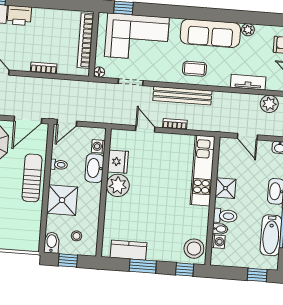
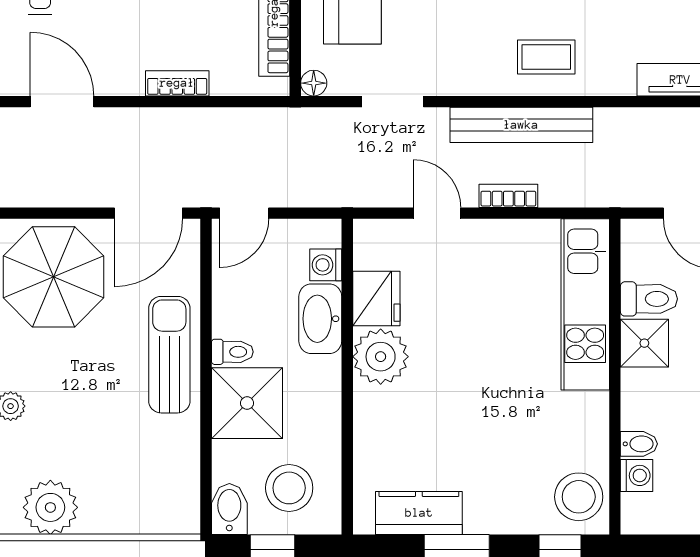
toilet: (59, 165) -> (232, 352), moved
toilet: (225, 216) -> (649, 299), moved
stool: (77, 236) -> (289, 488), width x1.89, depth x1.89

